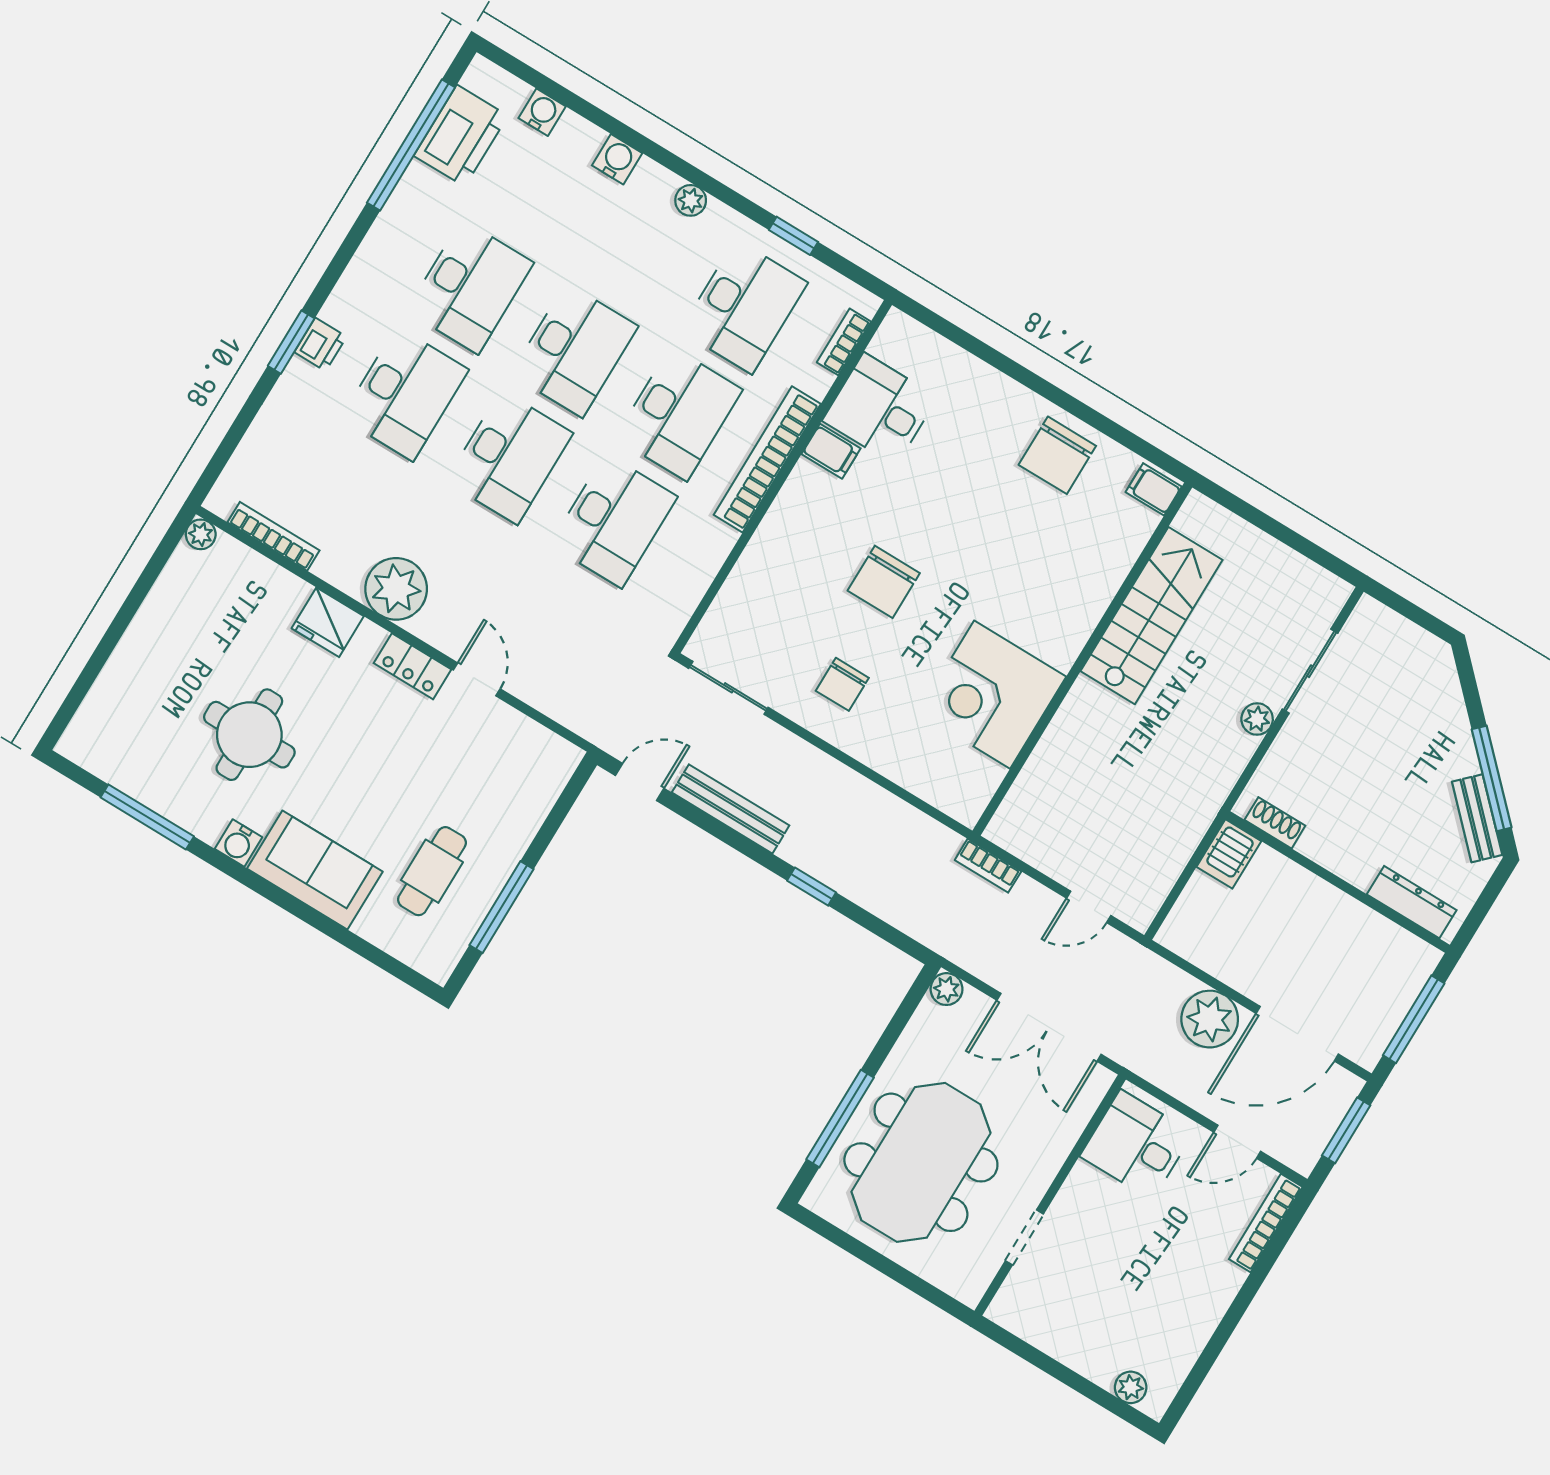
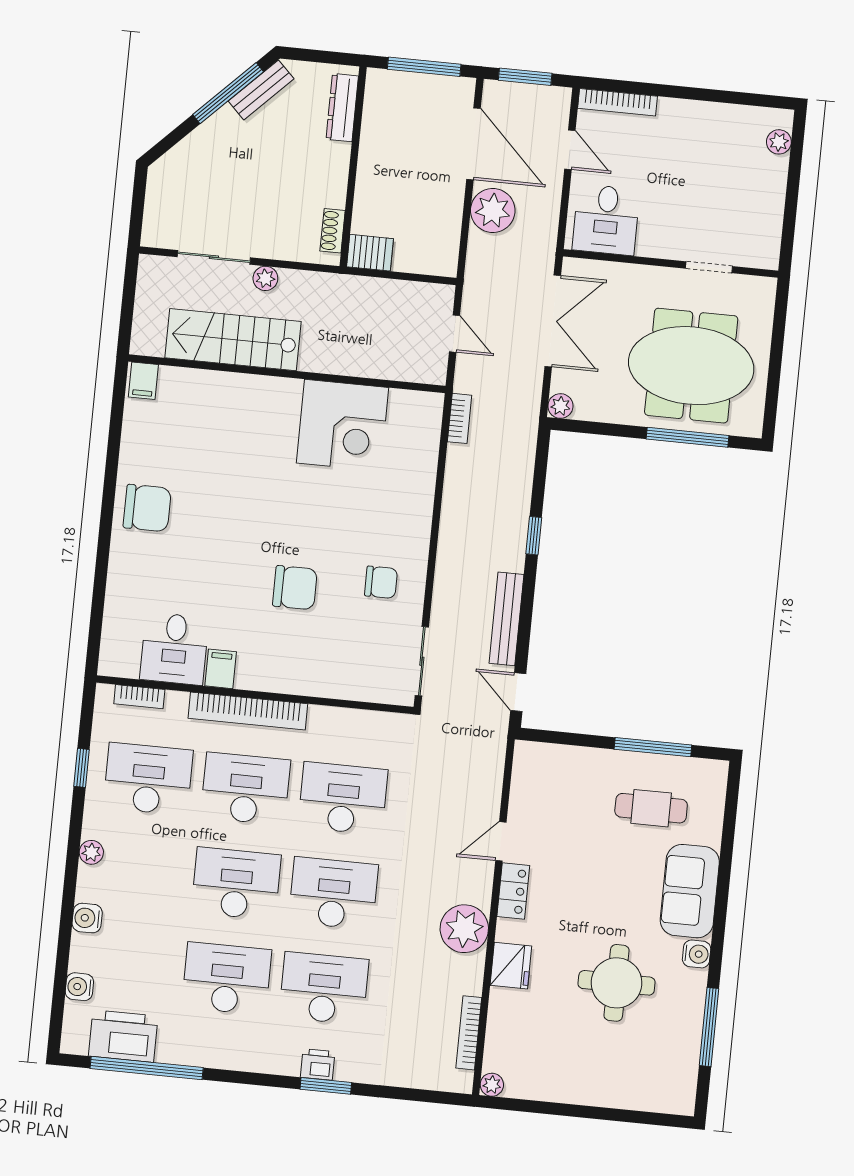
filing cabinet: (1154, 489) -> (143, 381), moved
stairs: (1152, 616) -> (233, 340), moved
wall: (1082, 659) -> (287, 374), moved
corner desk: (992, 695) -> (342, 425), moved

